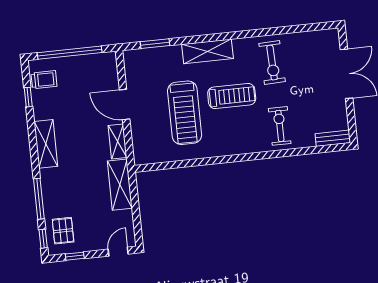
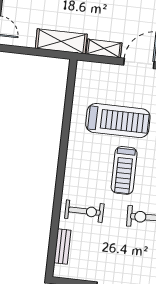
treadmill: (185, 113) -> (118, 121), turned 180
bench: (333, 138) -> (62, 247), moved

